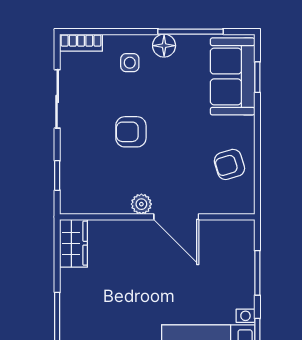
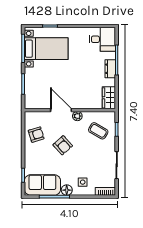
sofa: (233, 76) -> (42, 185), moved, turned -90
armchair: (131, 132) -> (63, 145), moved, turned 48
coffee table: (97, 172) -> (98, 131), added
dresser: (71, 305) -> (110, 69), added

